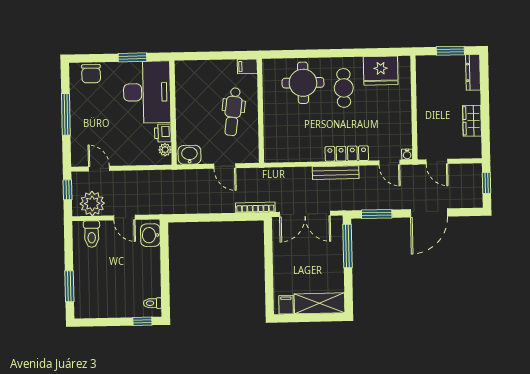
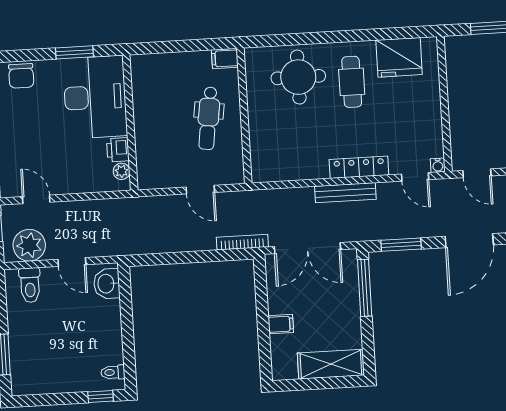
washbasin: (189, 155) -> (154, 177), removed
filing cabinet: (286, 305) -> (281, 324), moved, turned 90

